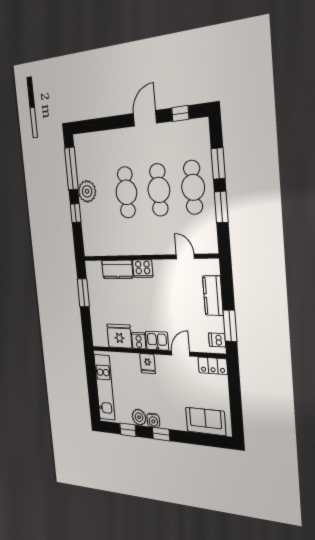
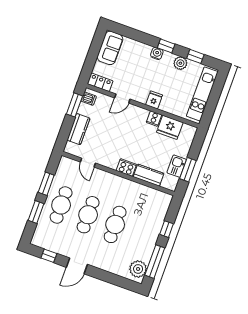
plant: (87, 191) -> (138, 269), moved
kitchen sink: (157, 341) -> (177, 166), moved, turned 90
water cooler: (153, 420) -> (157, 53), moved
sofa: (206, 421) -> (110, 48), moved, turned -90

